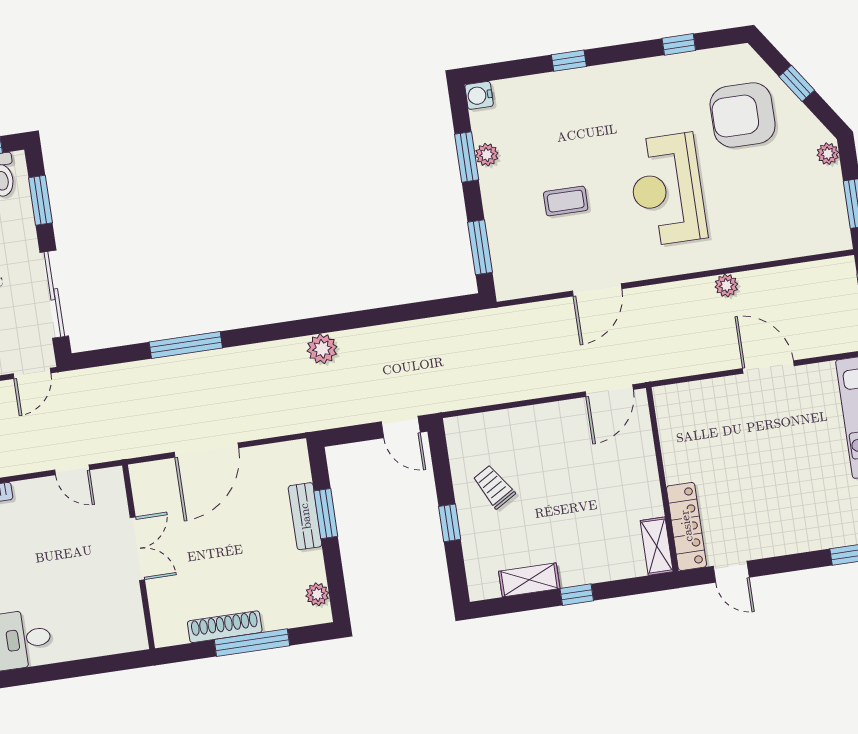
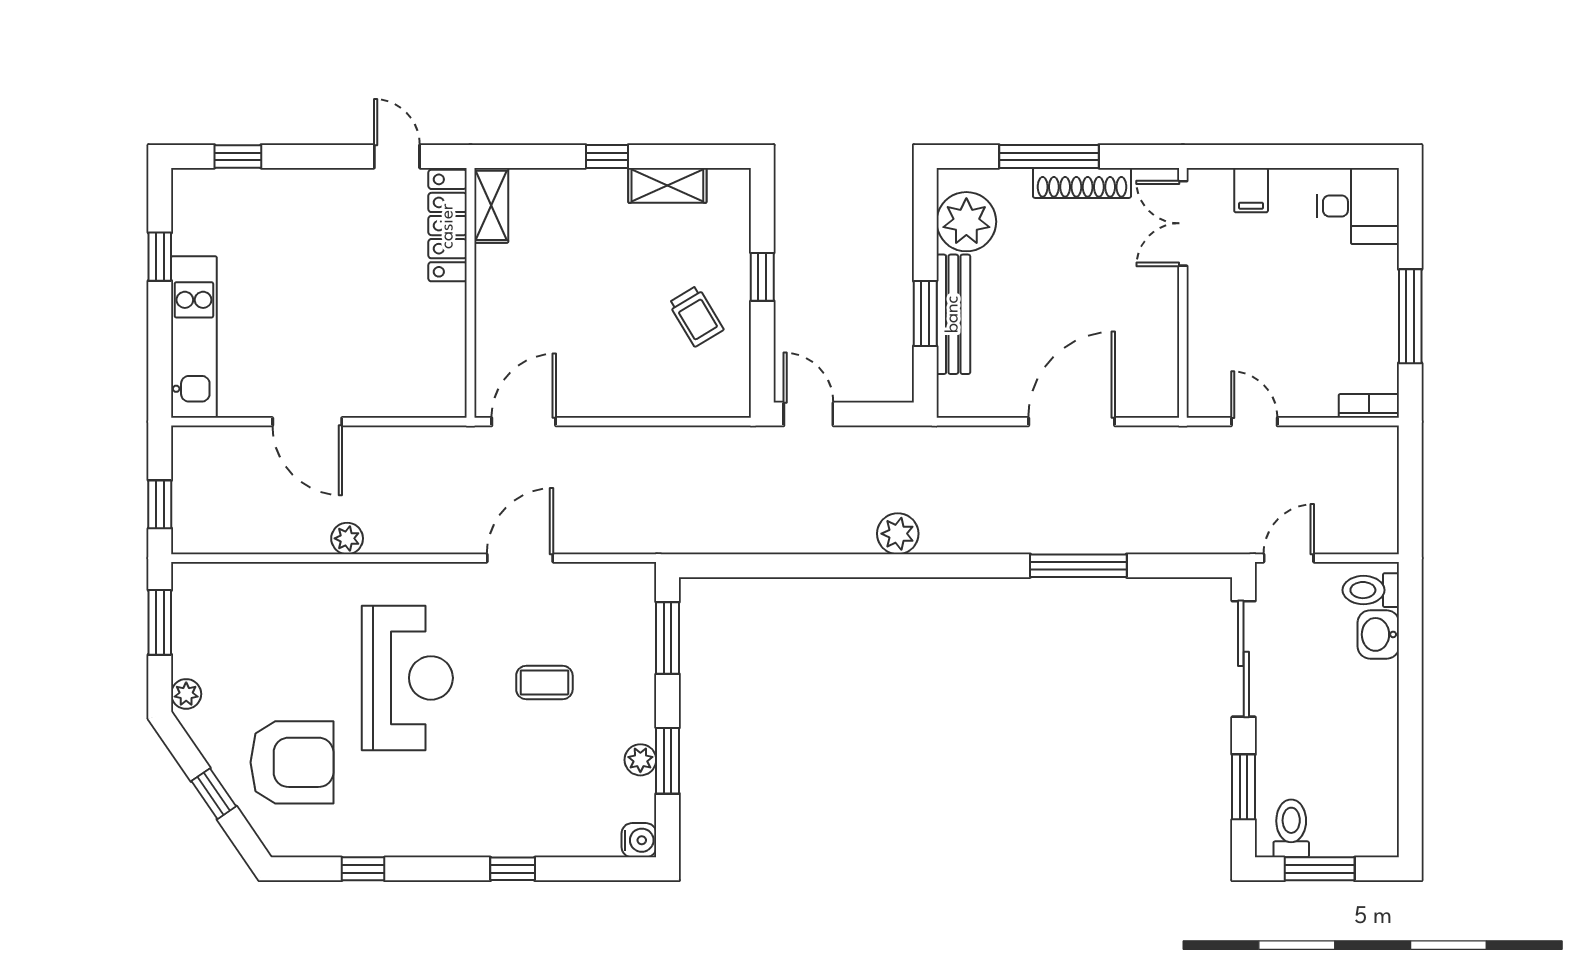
bench: (305, 516) -> (953, 314), width x1.36
double door: (137, 549) -> (1183, 223), moved
plant: (317, 594) -> (966, 222), width x1.87, depth x1.87
filing cabinet: (100, 640) -> (1251, 190), added

